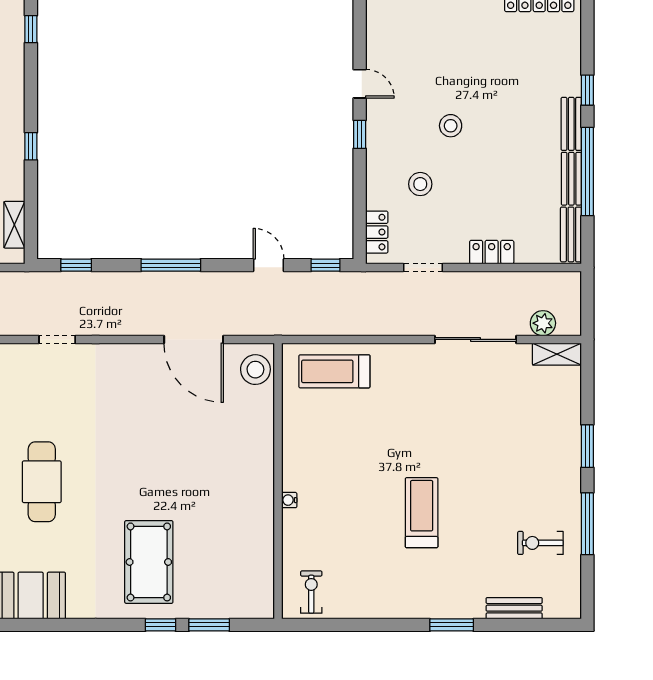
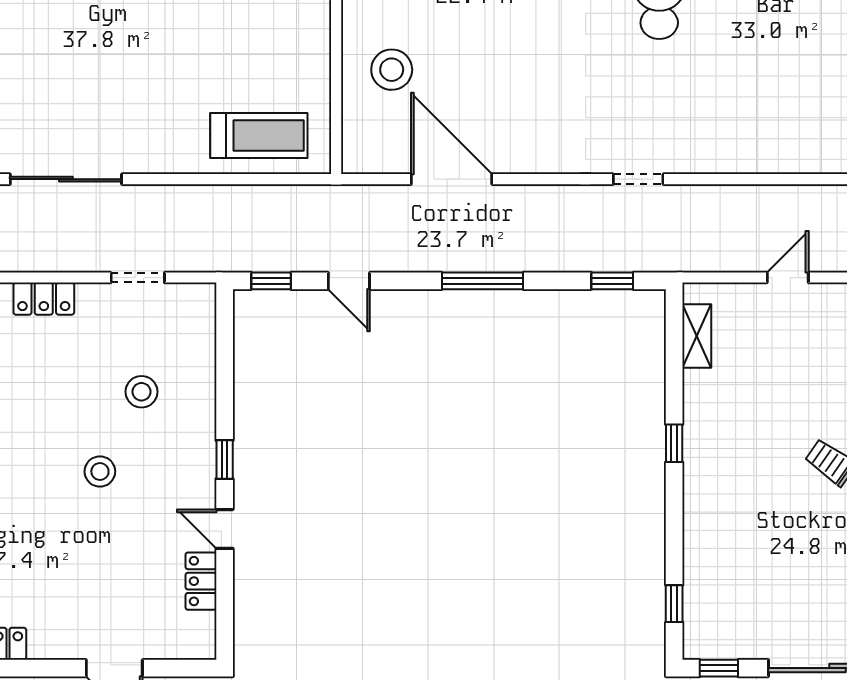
locker: (377, 232) -> (201, 581), moved
stool: (255, 370) -> (392, 70), moved

